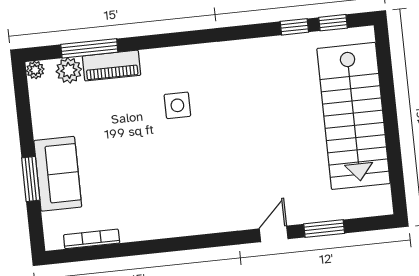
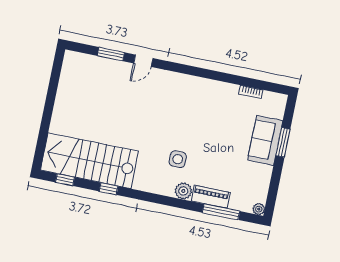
window: (294, 27) -> (109, 189), moved
plant: (69, 70) -> (183, 191), moved
stairs: (353, 116) -> (89, 161), moved, turned -90
bookcase: (92, 239) -> (251, 92), width x0.64

